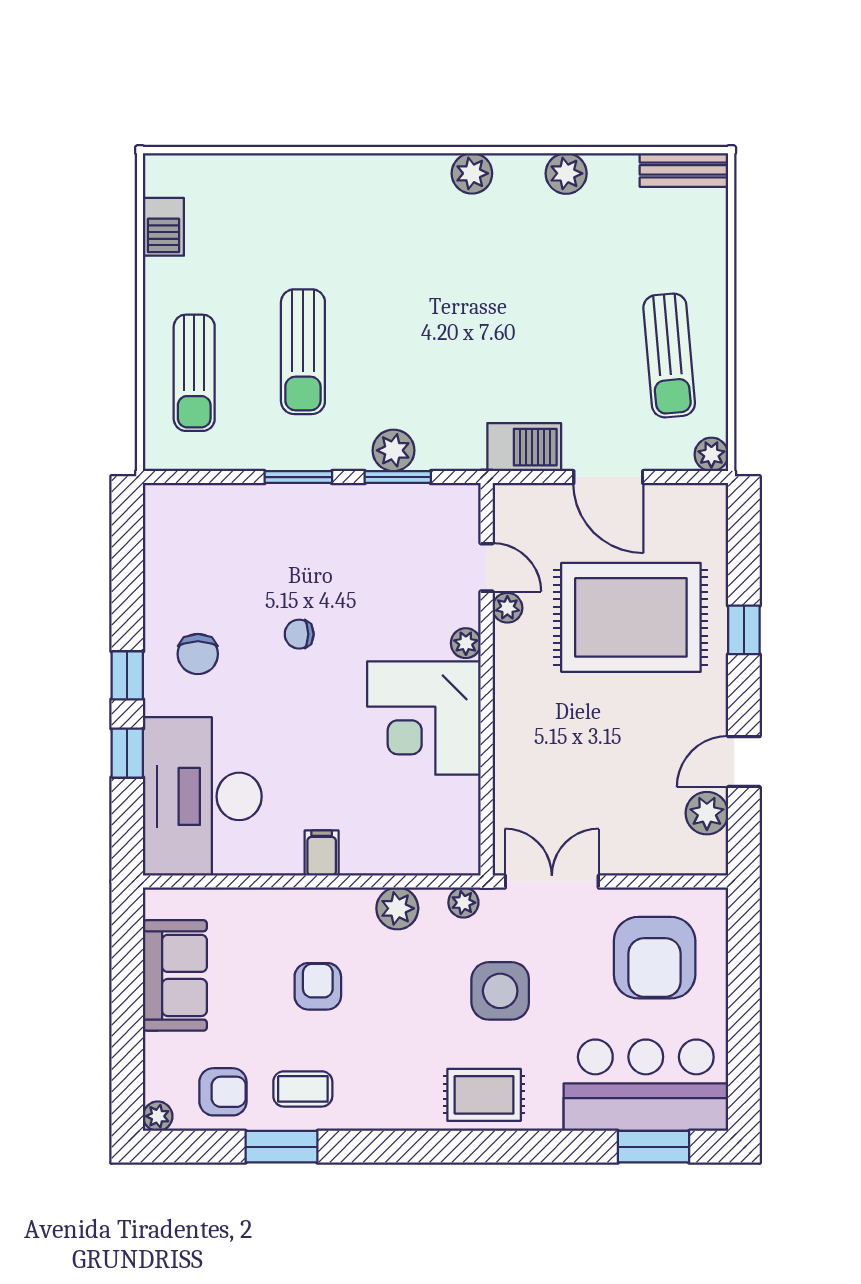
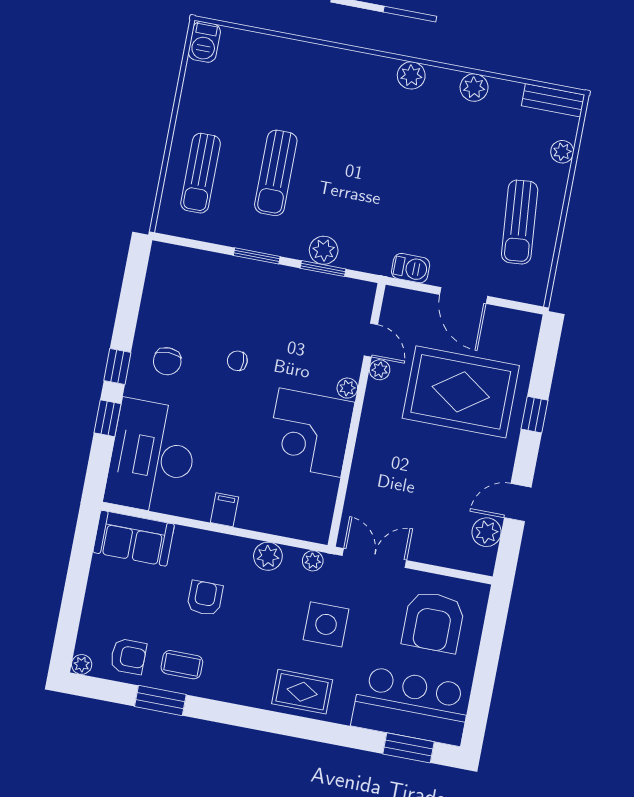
barbecue: (163, 227) -> (204, 42), moved
barbecue: (524, 447) -> (411, 268), width x0.73, depth x0.79
plant: (711, 454) -> (562, 152), moved
sofa: (175, 975) -> (134, 538), moved, turned 90

